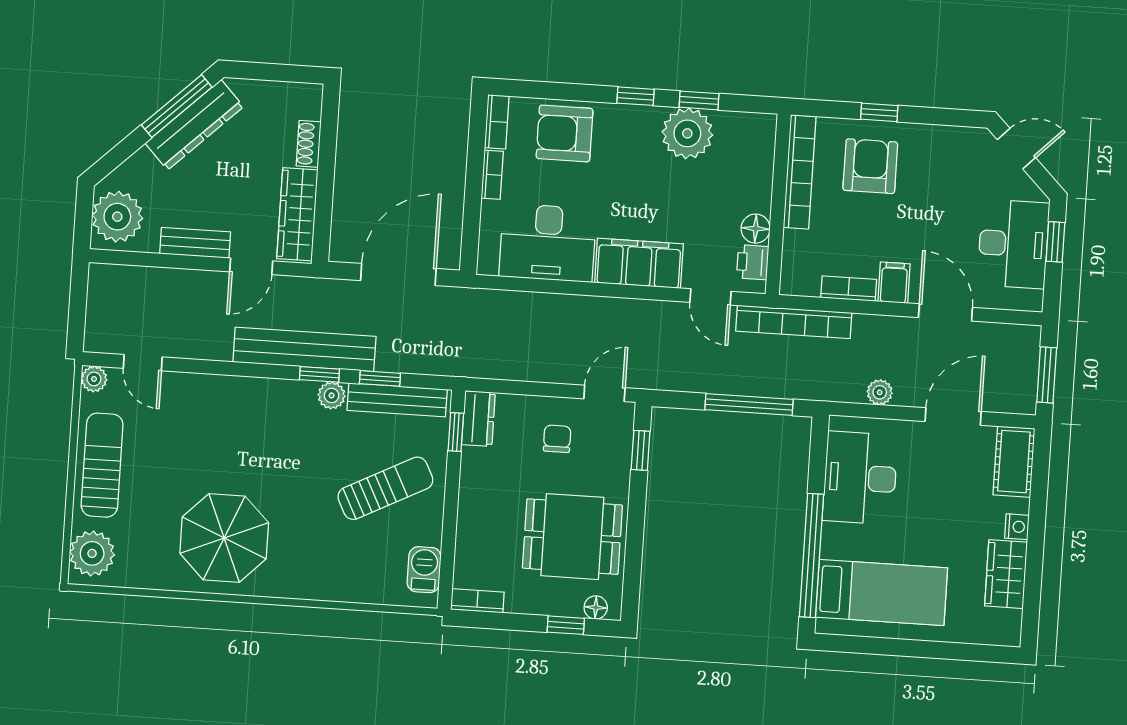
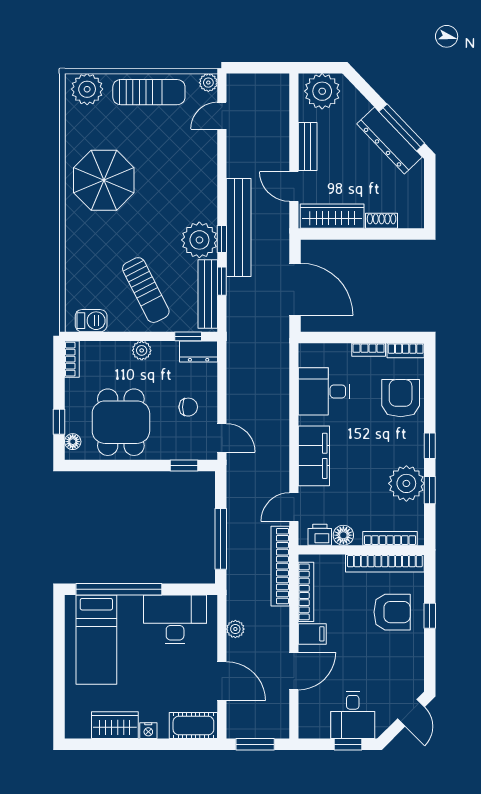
bookcase: (765, 162) -> (390, 538), added
desk: (548, 243) -> (324, 391), width x0.73
desk: (1013, 244) -> (353, 715), width x0.73
bookcase: (849, 289) -> (306, 592), width x1.56
plant: (332, 395) -> (199, 240), width x1.87, depth x1.87
plant: (472, 500) -> (142, 350), added

